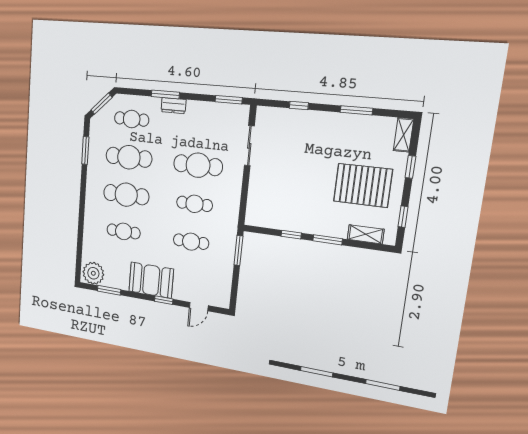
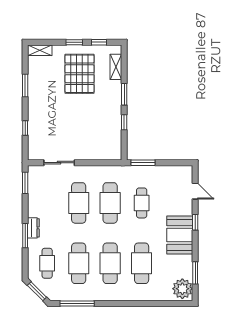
window: (85, 150) -> (77, 303), width x1.44
window: (410, 167) -> (74, 42), moved
cafe table: (194, 204) -> (110, 203), width x1.37, depth x1.35
cafe table: (124, 231) -> (142, 263), width x1.37, depth x1.35

